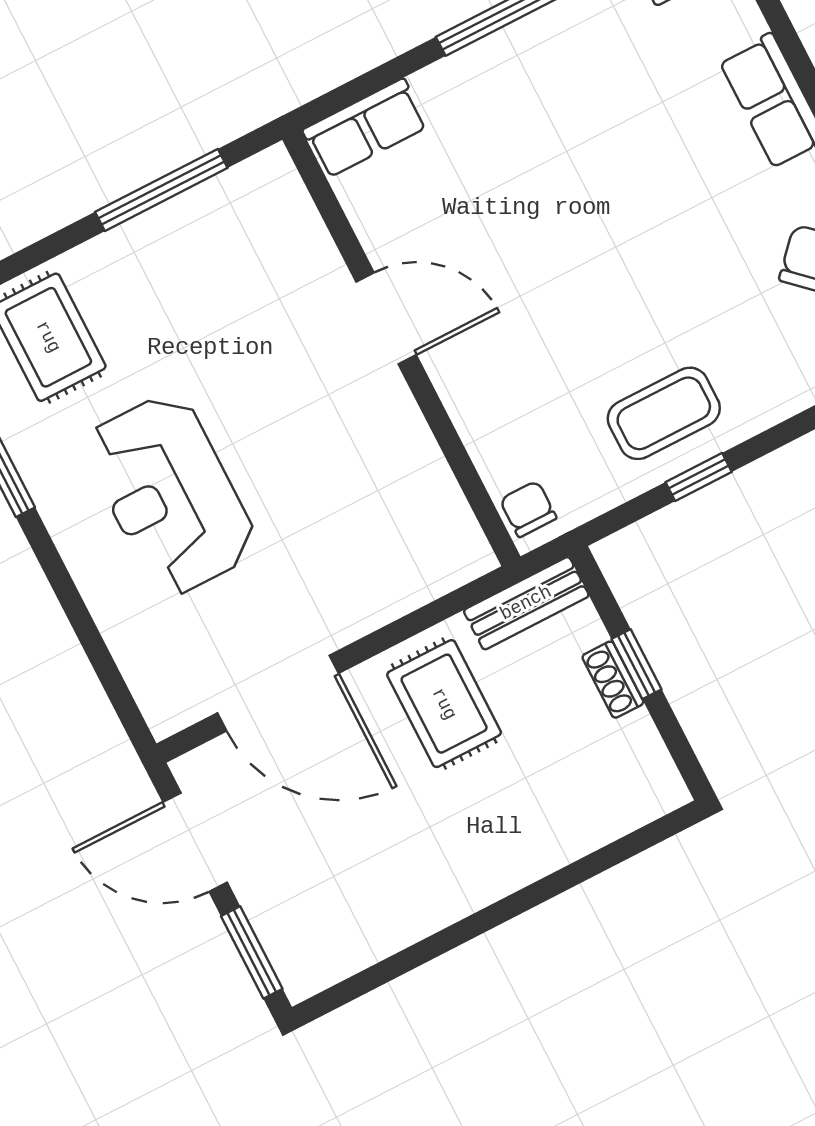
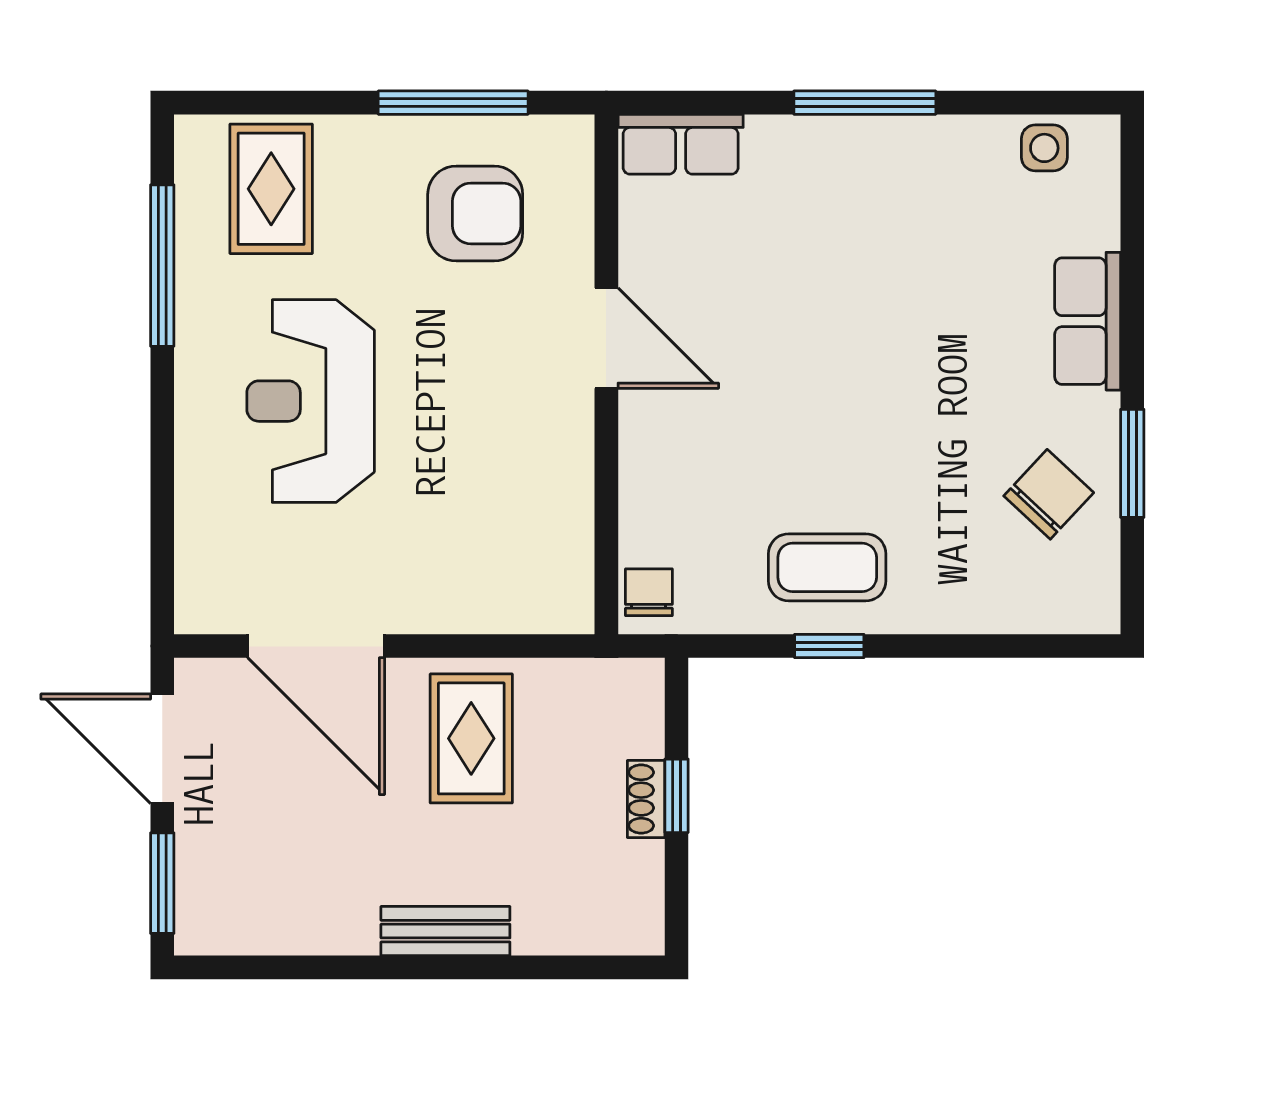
armchair: (226, 272) -> (475, 213), added
bench: (526, 603) -> (445, 931), moved

